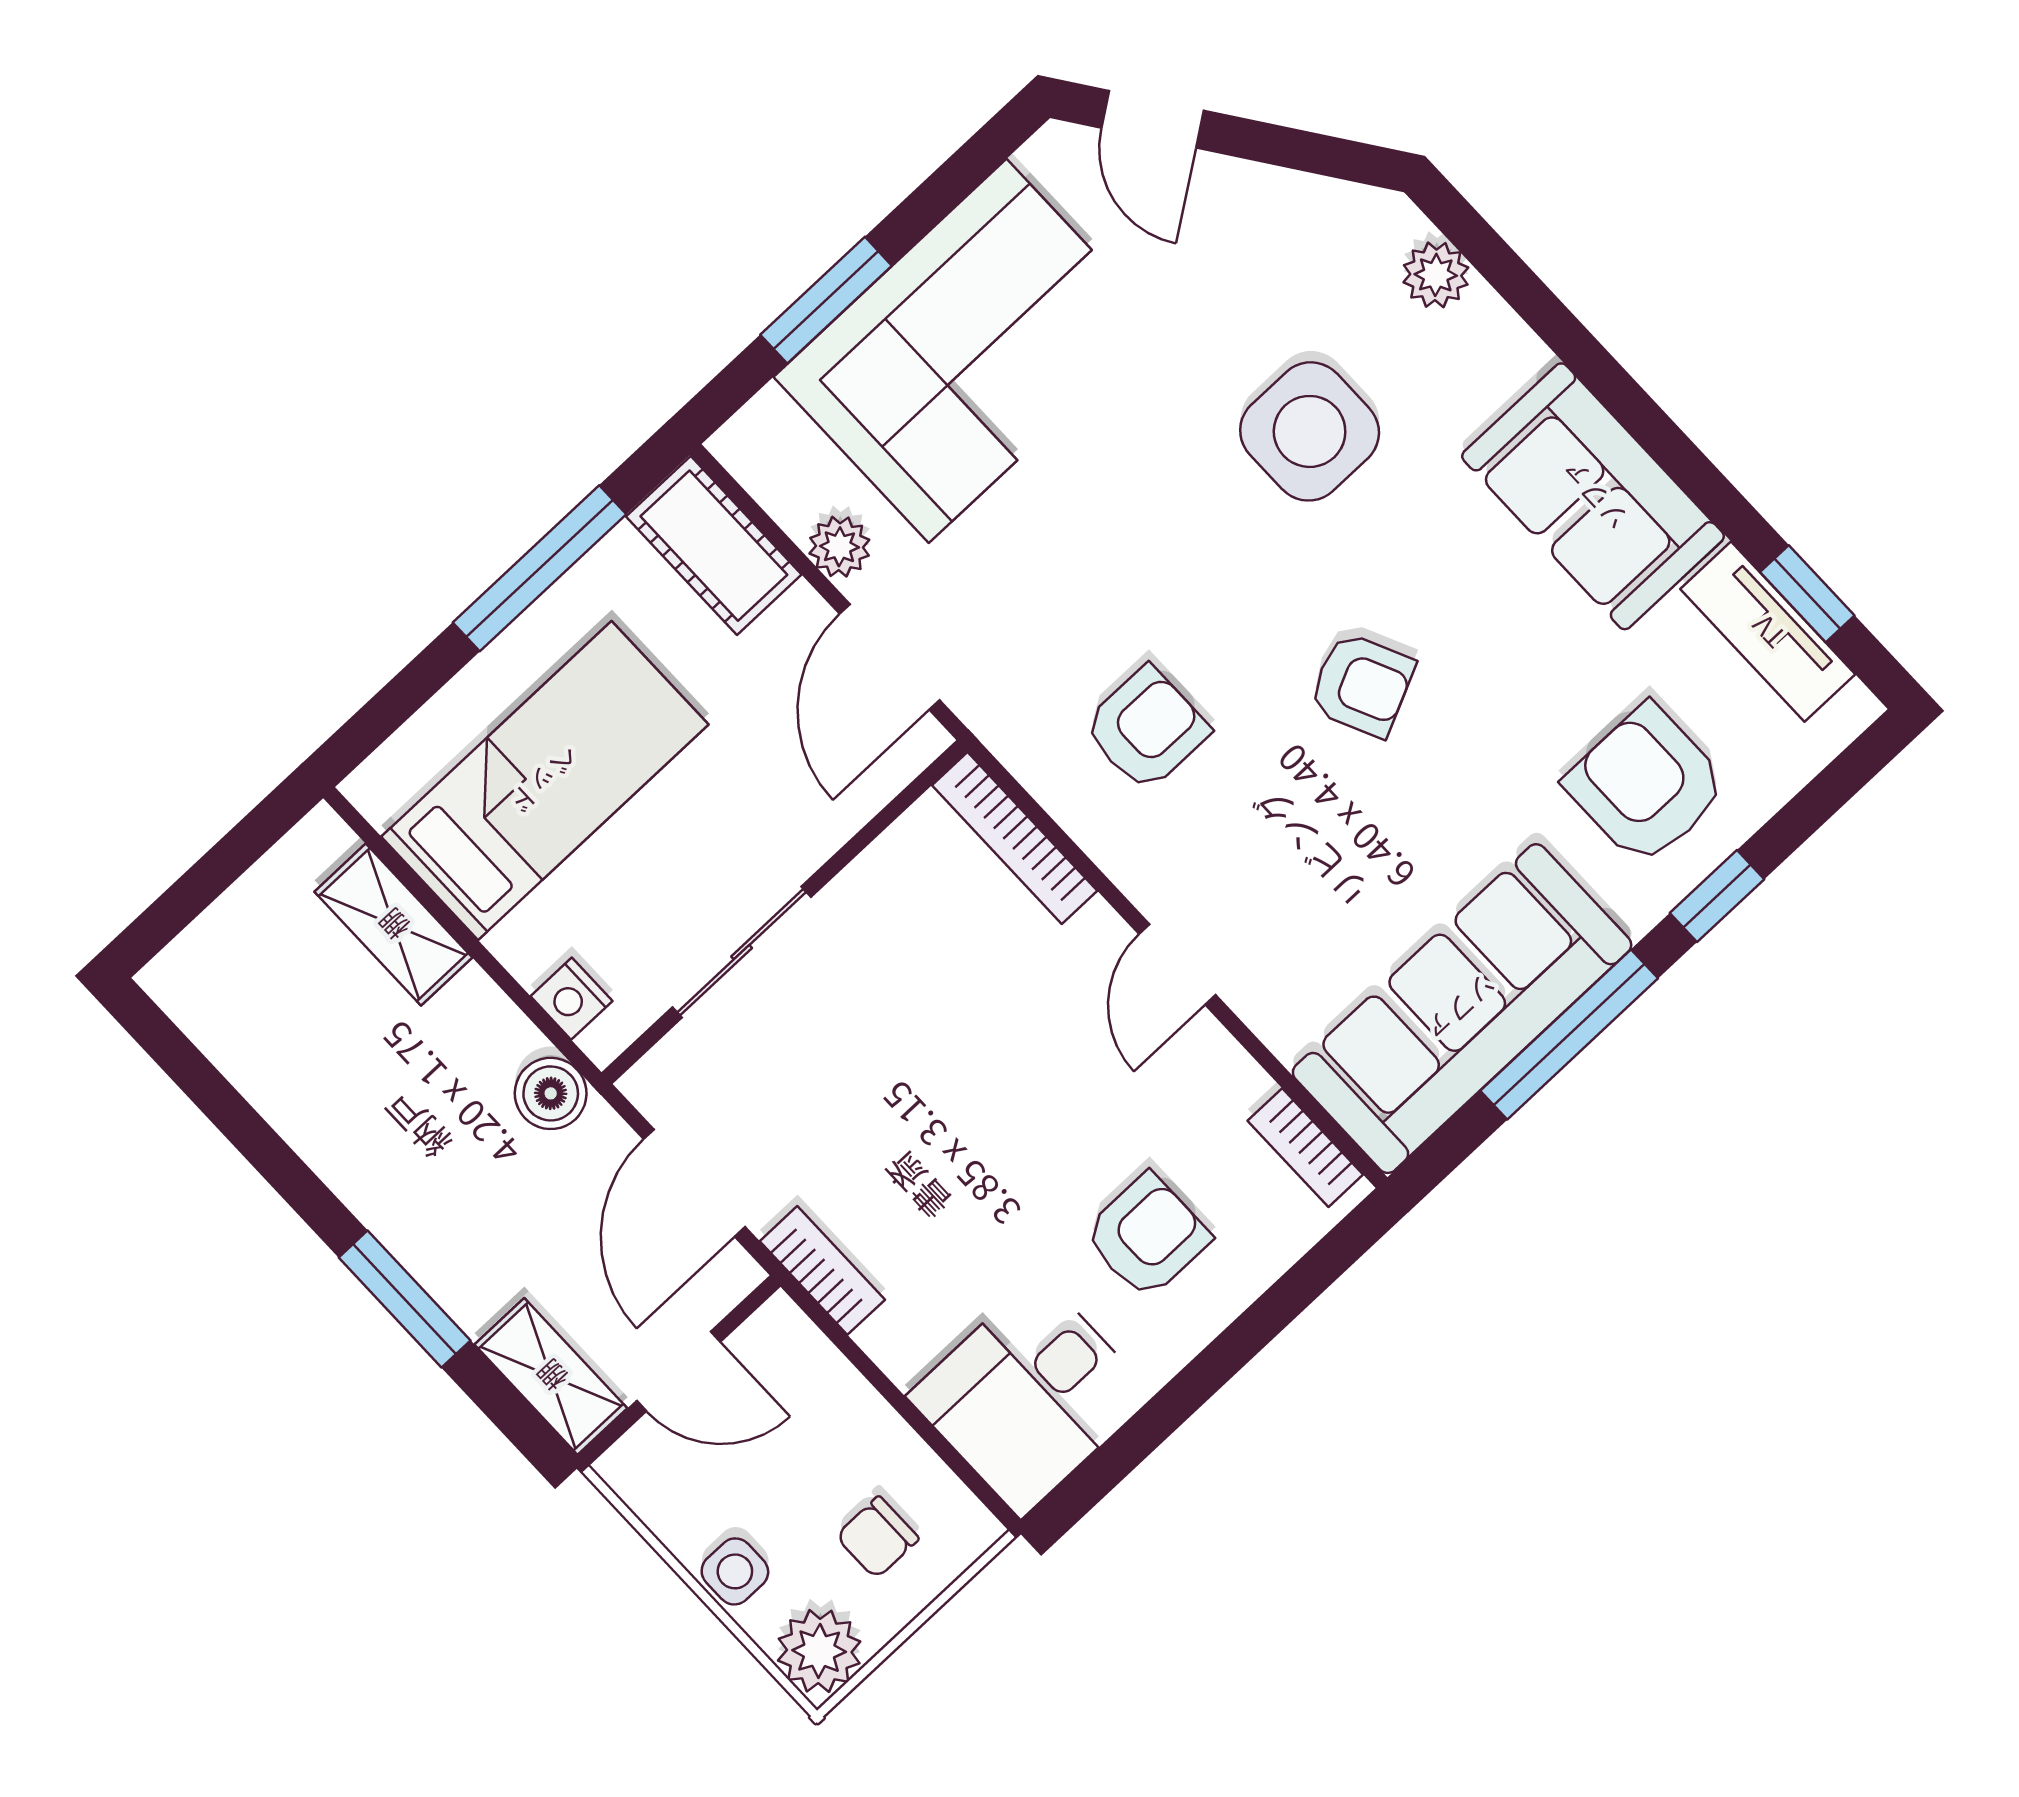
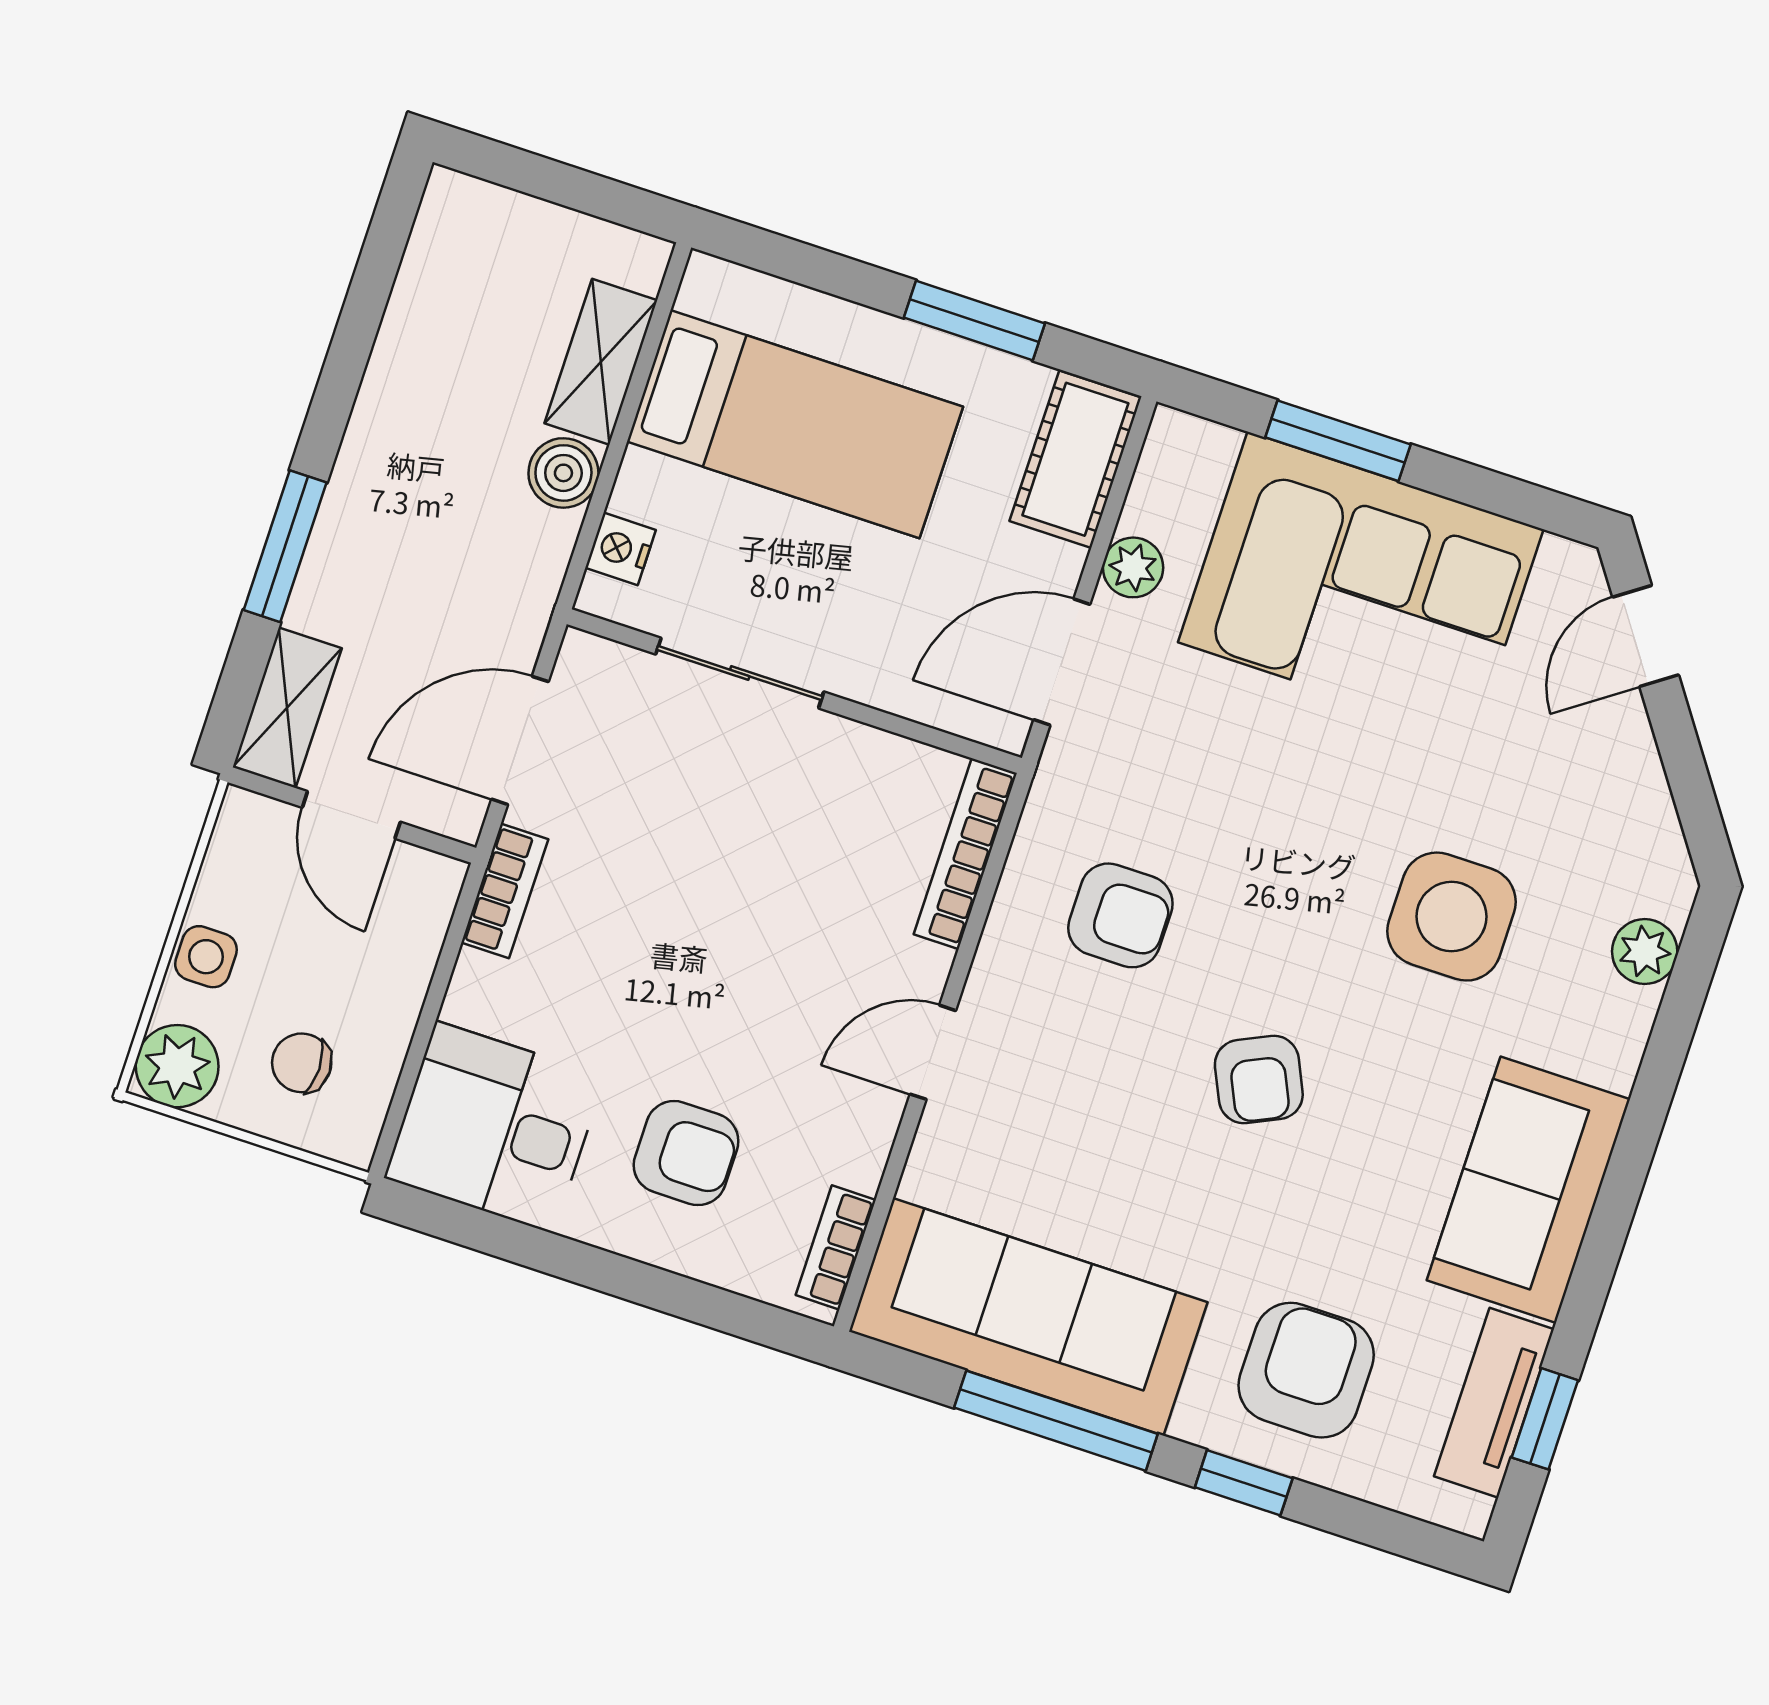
window: (539, 568) -> (974, 320), width x0.69
boiler: (551, 1093) -> (563, 473), moved

